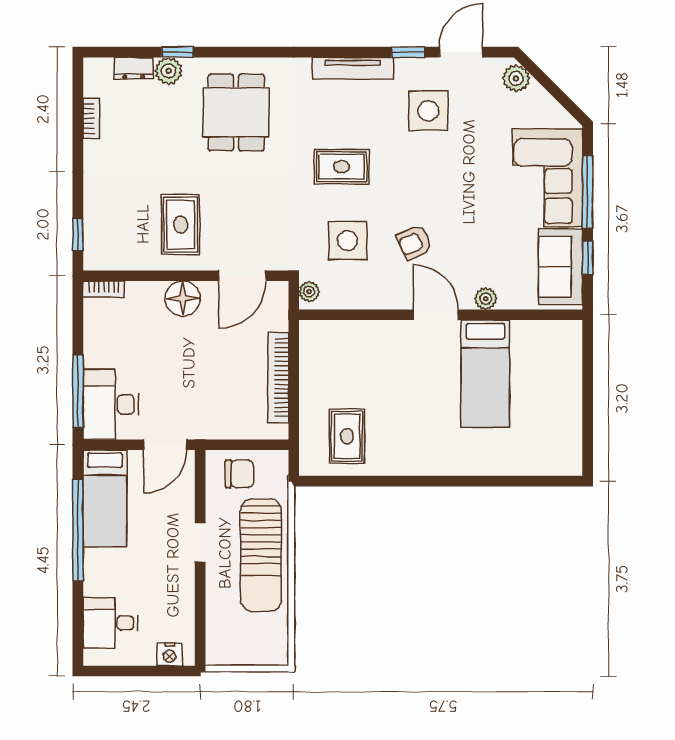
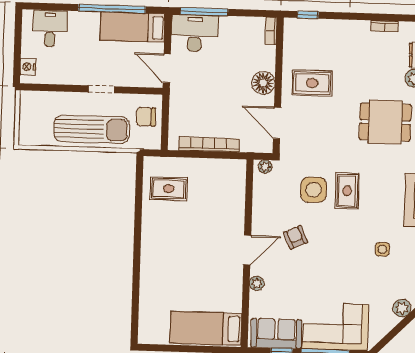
side table: (428, 111) -> (382, 249), width x0.54, depth x0.54
side table: (348, 241) -> (314, 190), moved
bed: (485, 374) -> (206, 328), moved
chair: (239, 474) -> (146, 117), turned 90
sun lounger: (261, 555) -> (92, 129), turned 180

